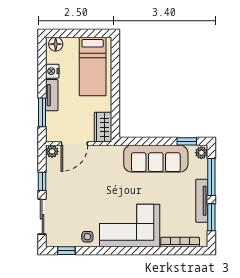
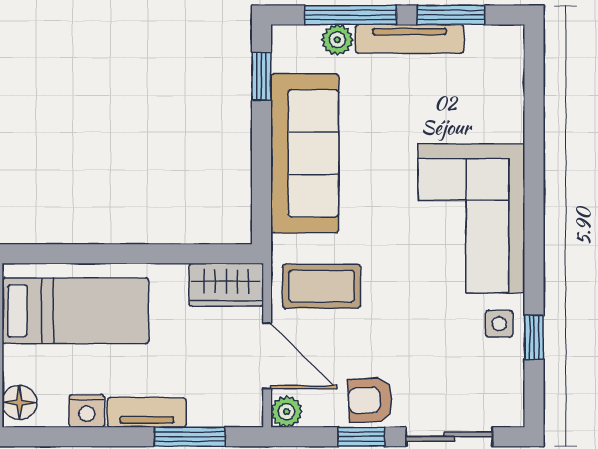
plant: (201, 153) -> (337, 40), moved
coffee table: (102, 165) -> (322, 286), added
armchair: (57, 185) -> (370, 400), added
bookcase: (180, 242) -> (512, 93), removed
window: (66, 251) -> (534, 337), moved

